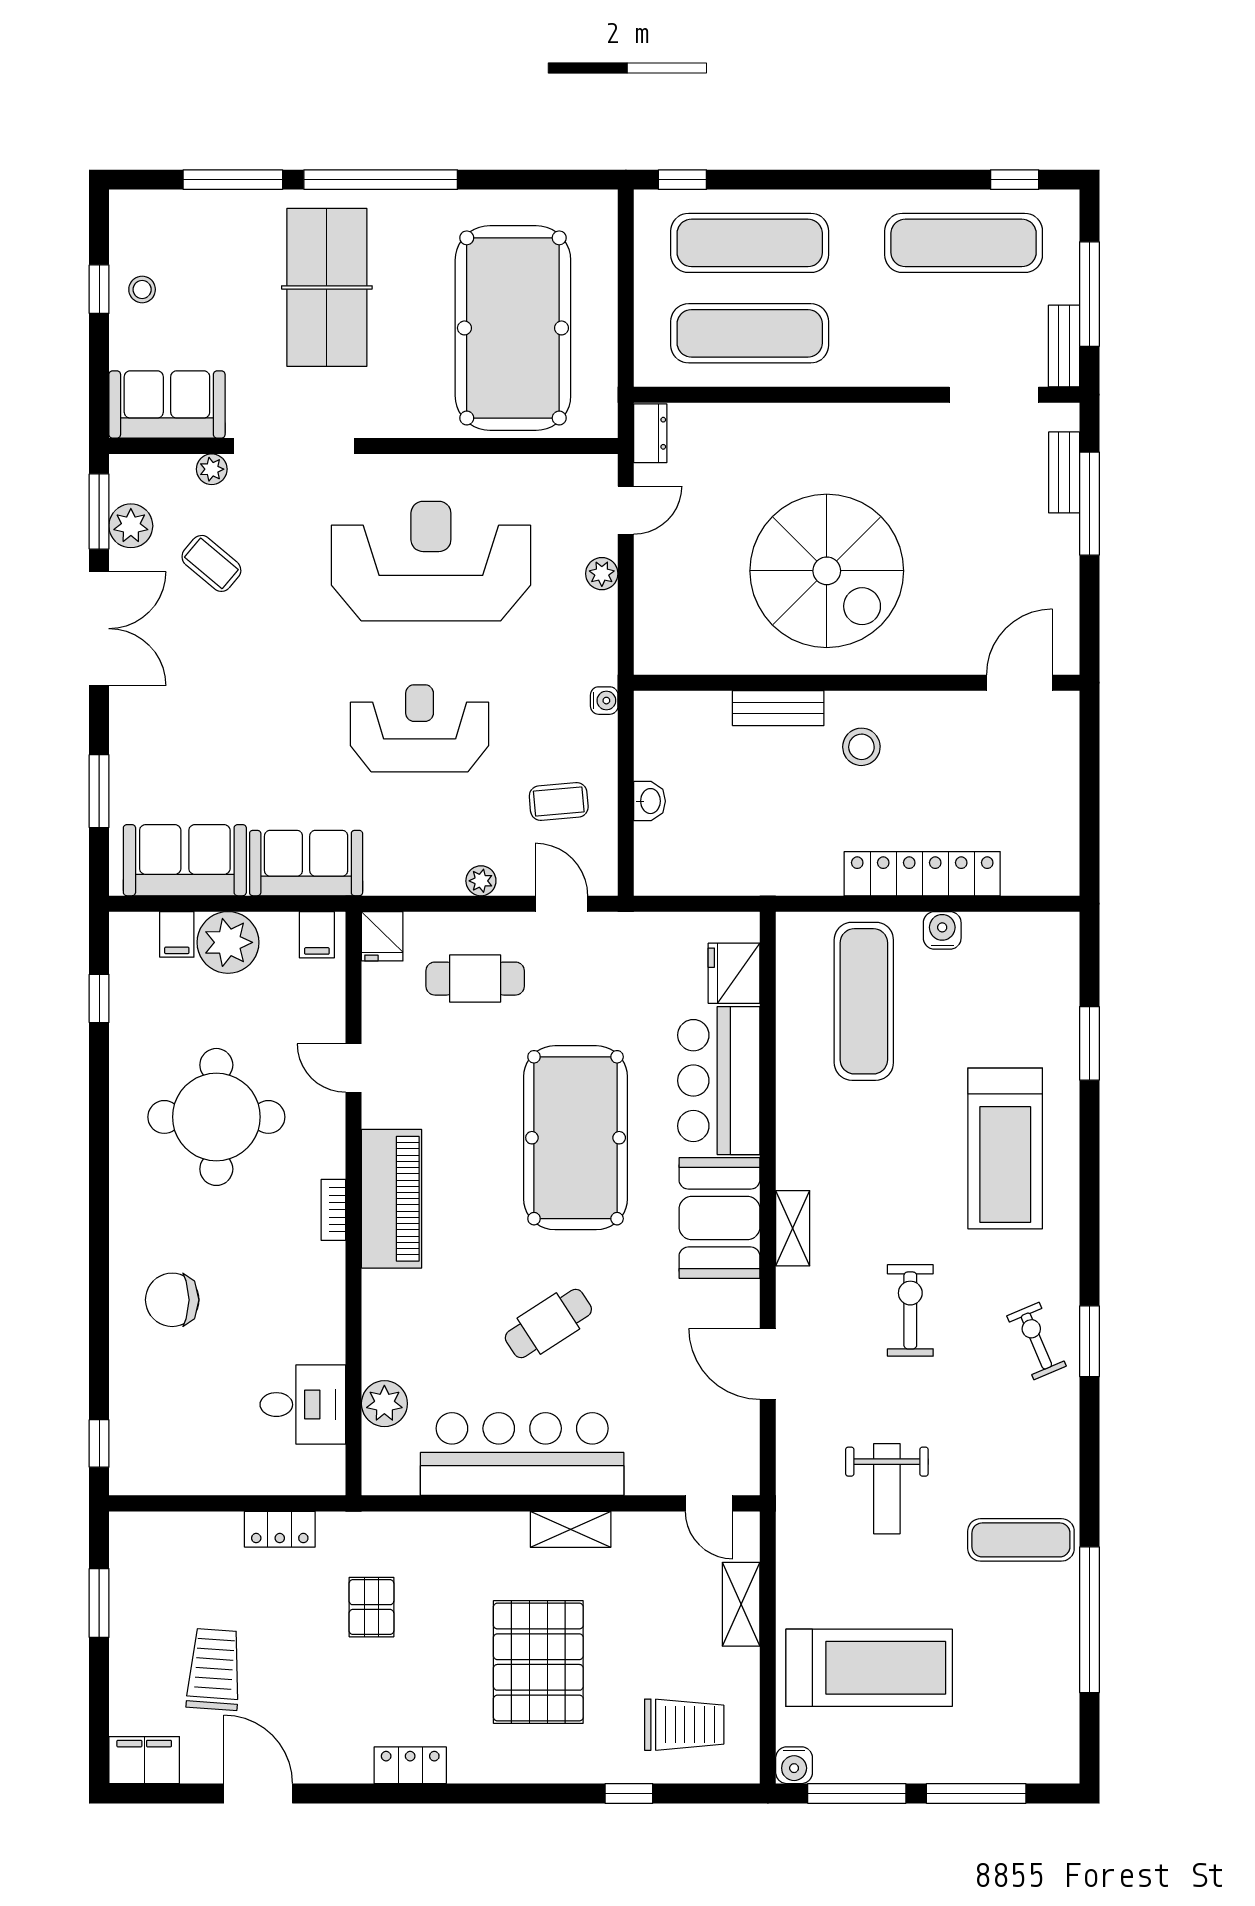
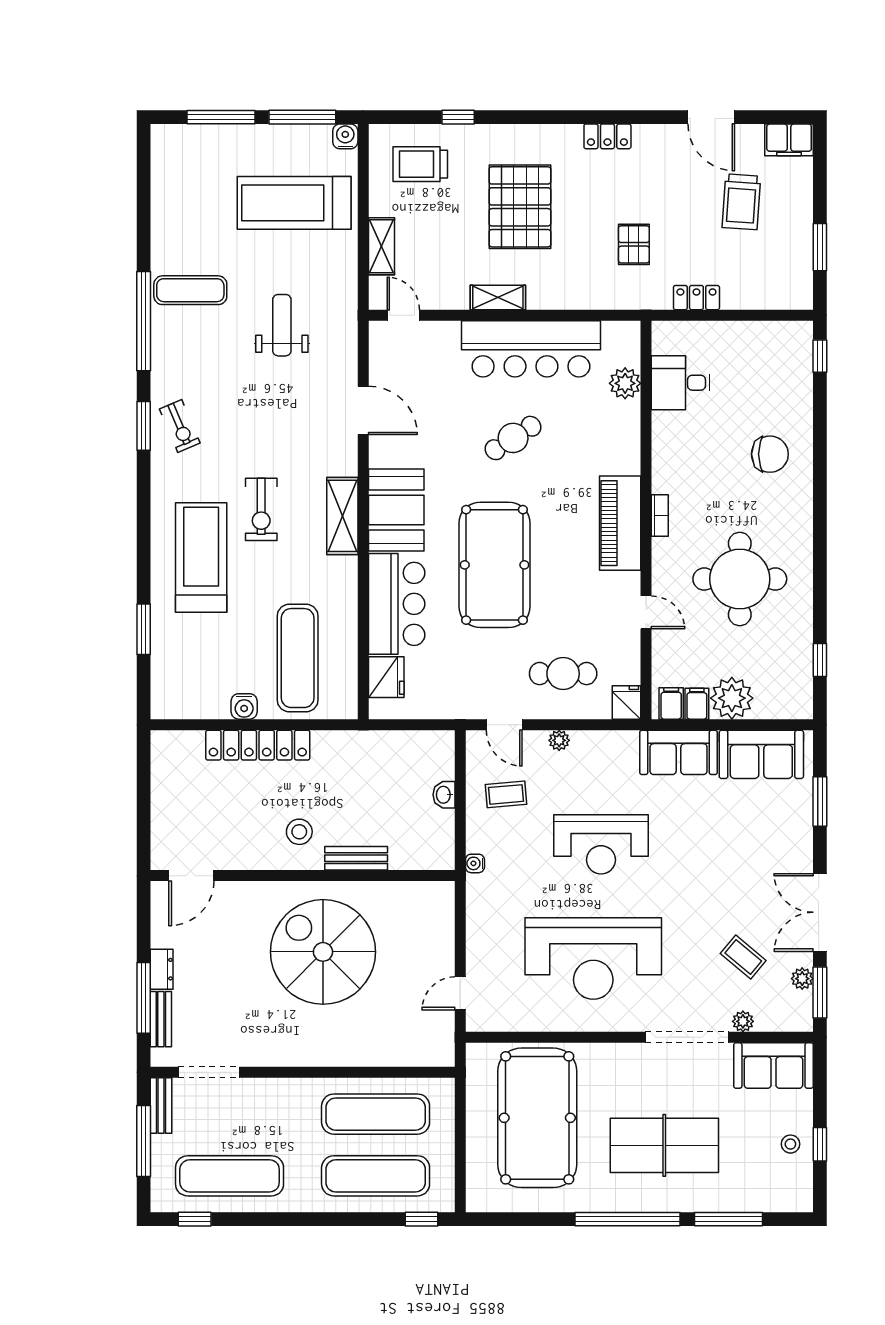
table tennis table: (327, 287) -> (664, 1145), turned 90
dresser: (650, 433) -> (162, 969), moved, turned 180
plant: (131, 526) -> (802, 979), width x0.73, depth x0.73
plant: (602, 574) -> (477, 950), removed
filing cabinet: (177, 934) -> (697, 704), moved
shelving: (793, 1228) -> (342, 516), width x1.50, depth x1.33
exercise bike: (910, 1310) -> (261, 509), moved
window: (1089, 1620) -> (144, 321), moved

